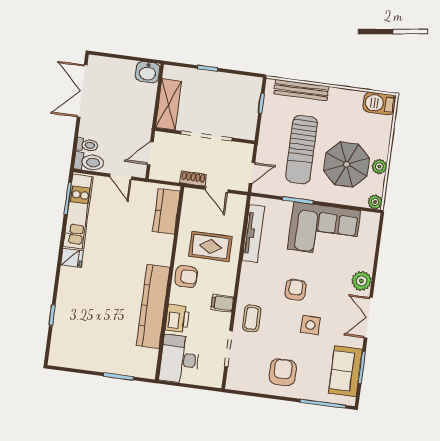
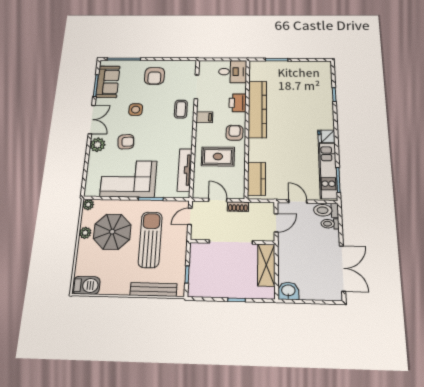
armchair: (186, 276) -> (235, 133), turned 91
armchair: (296, 290) -> (126, 142), moved, turned -95
desk: (180, 359) -> (233, 72), width x0.73

